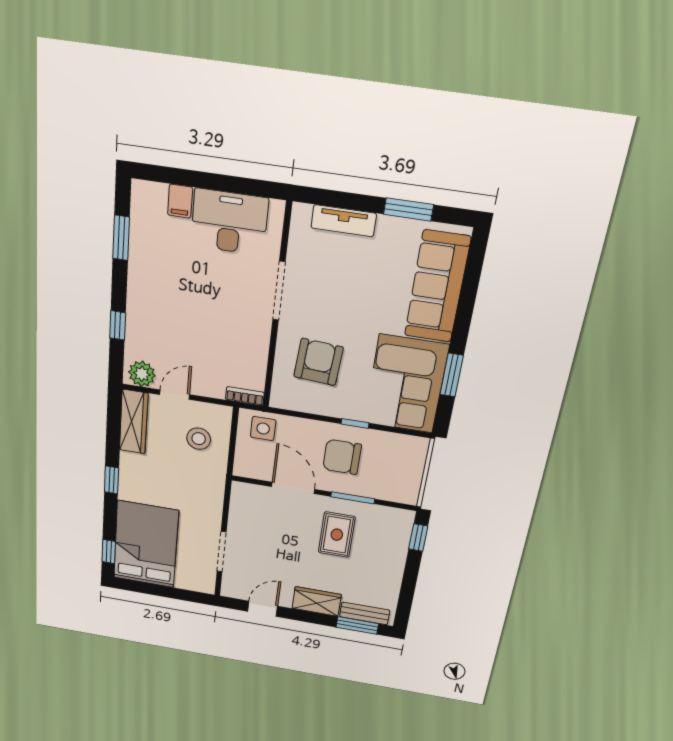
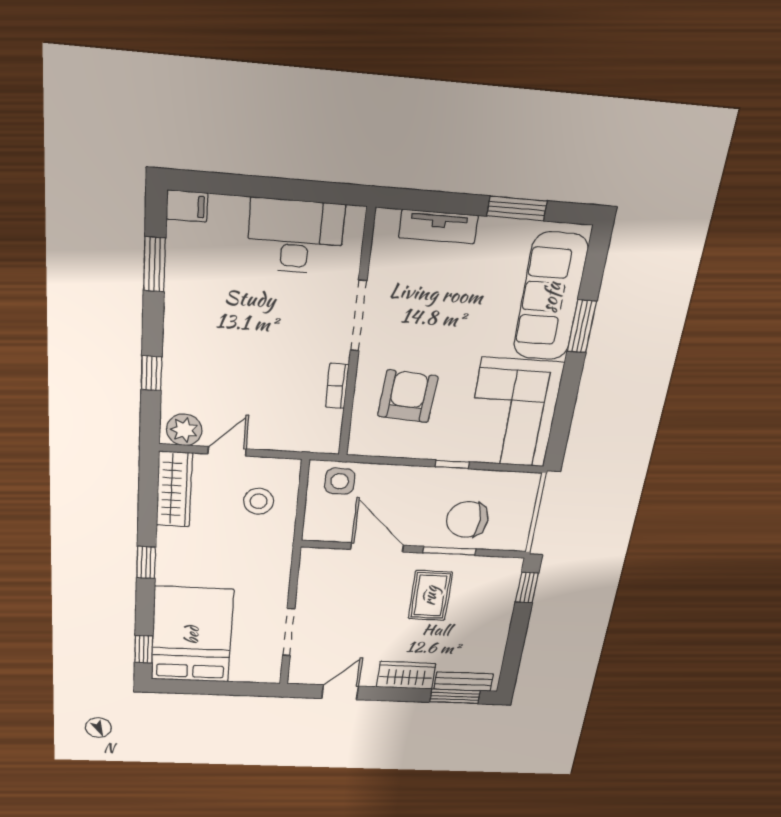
filing cabinet: (180, 201) -> (187, 206), moved, turned -90
window: (452, 375) -> (582, 326), moved
bookcase: (245, 396) -> (337, 386), moved, turned -90
chair: (342, 457) -> (467, 519), moved

